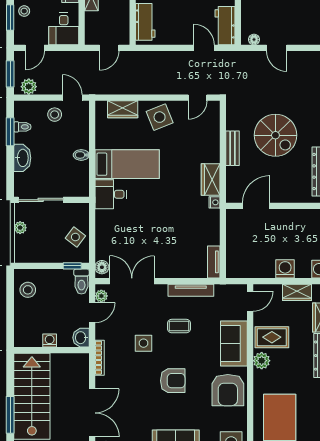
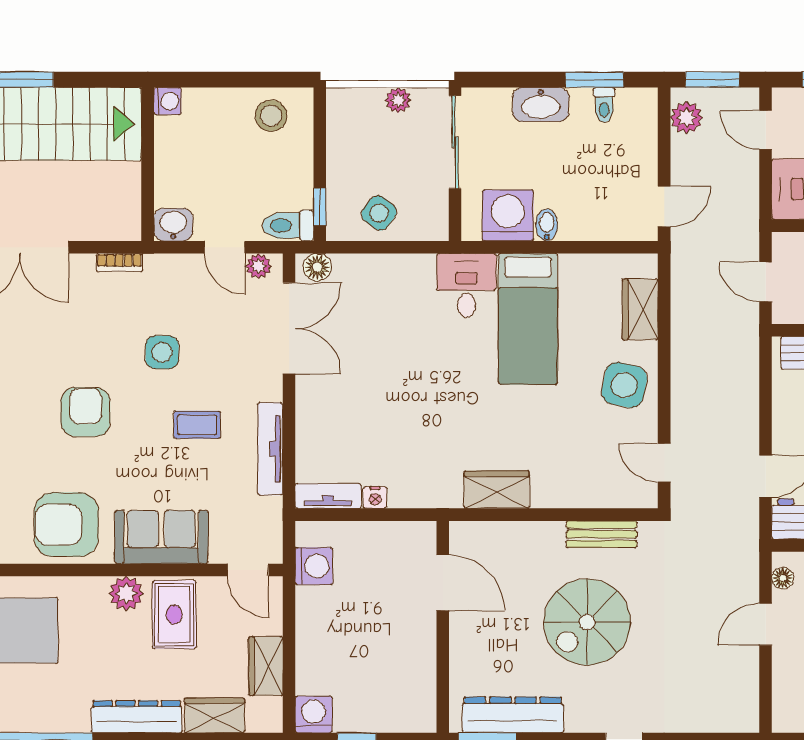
stool: (55, 115) -> (629, 171), removed
side table: (160, 117) -> (624, 385), turned 34
bench: (233, 148) -> (602, 534), moved
washing machine: (77, 174) -> (508, 215), added
nightstand: (215, 202) -> (375, 497), moved
washing machine: (285, 269) -> (314, 566), moved
coffee table: (179, 326) -> (197, 425), turned 90
washing machine: (50, 341) -> (167, 101), moved
bookcase: (100, 358) -> (119, 263), width x0.64
armchair: (173, 381) -> (85, 412), turned 180

